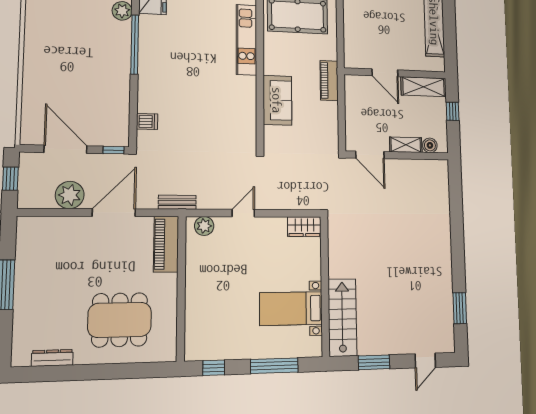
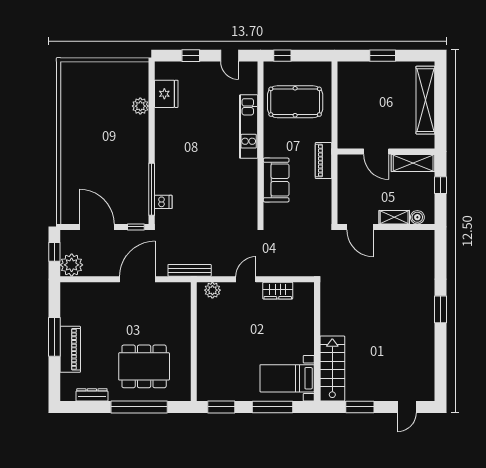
window: (135, 45) -> (152, 189), moved
plant: (70, 195) -> (72, 265), moved
bench: (177, 202) -> (190, 270), width x1.36
wardrobe: (304, 227) -> (278, 291), moved
piano: (166, 244) -> (70, 349), moved, turned 180
window: (460, 308) -> (441, 309), moved
bed with nightstands: (291, 309) -> (287, 378), moved
window: (214, 368) -> (221, 407), width x1.50
window: (112, 371) -> (139, 407), added

